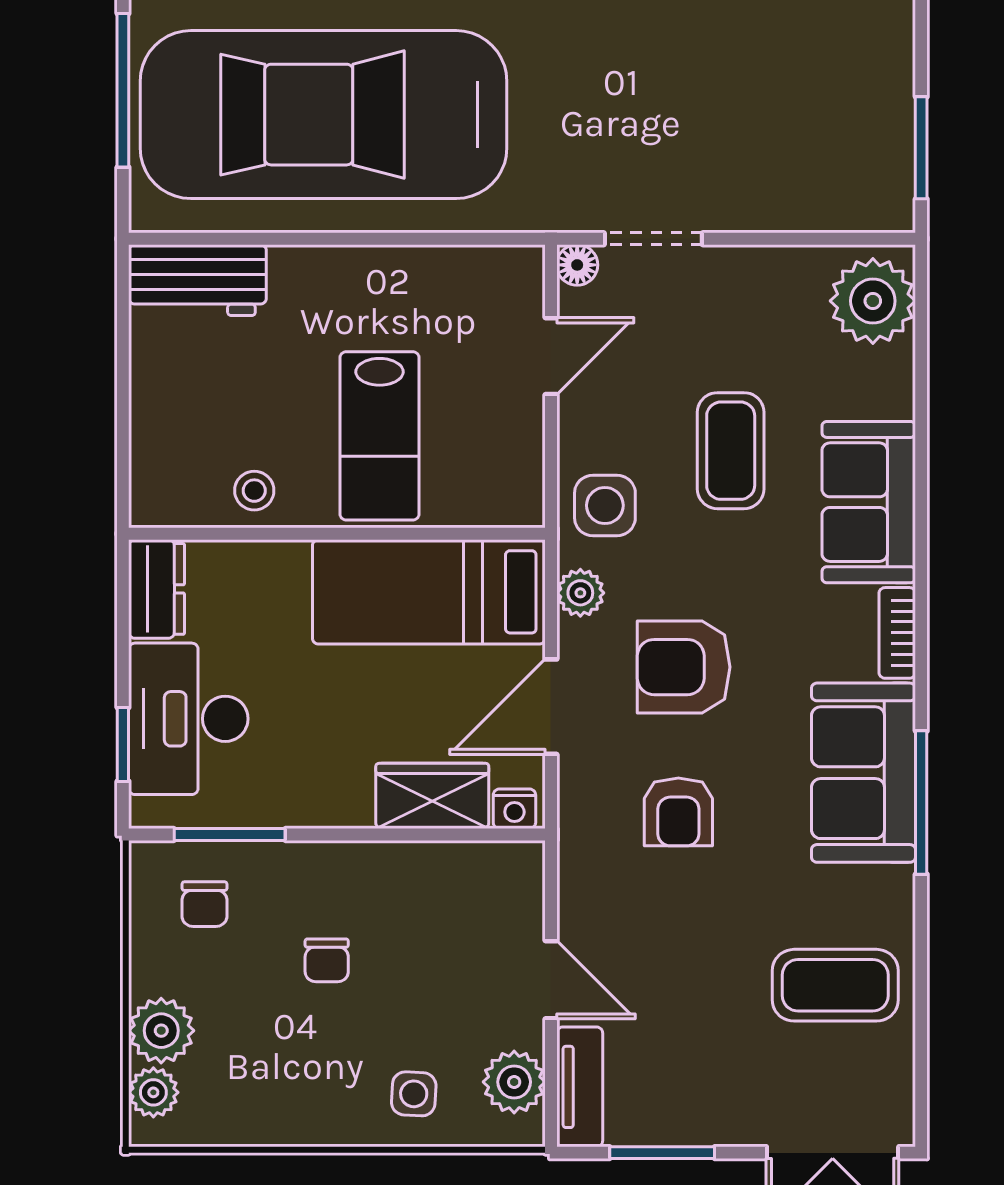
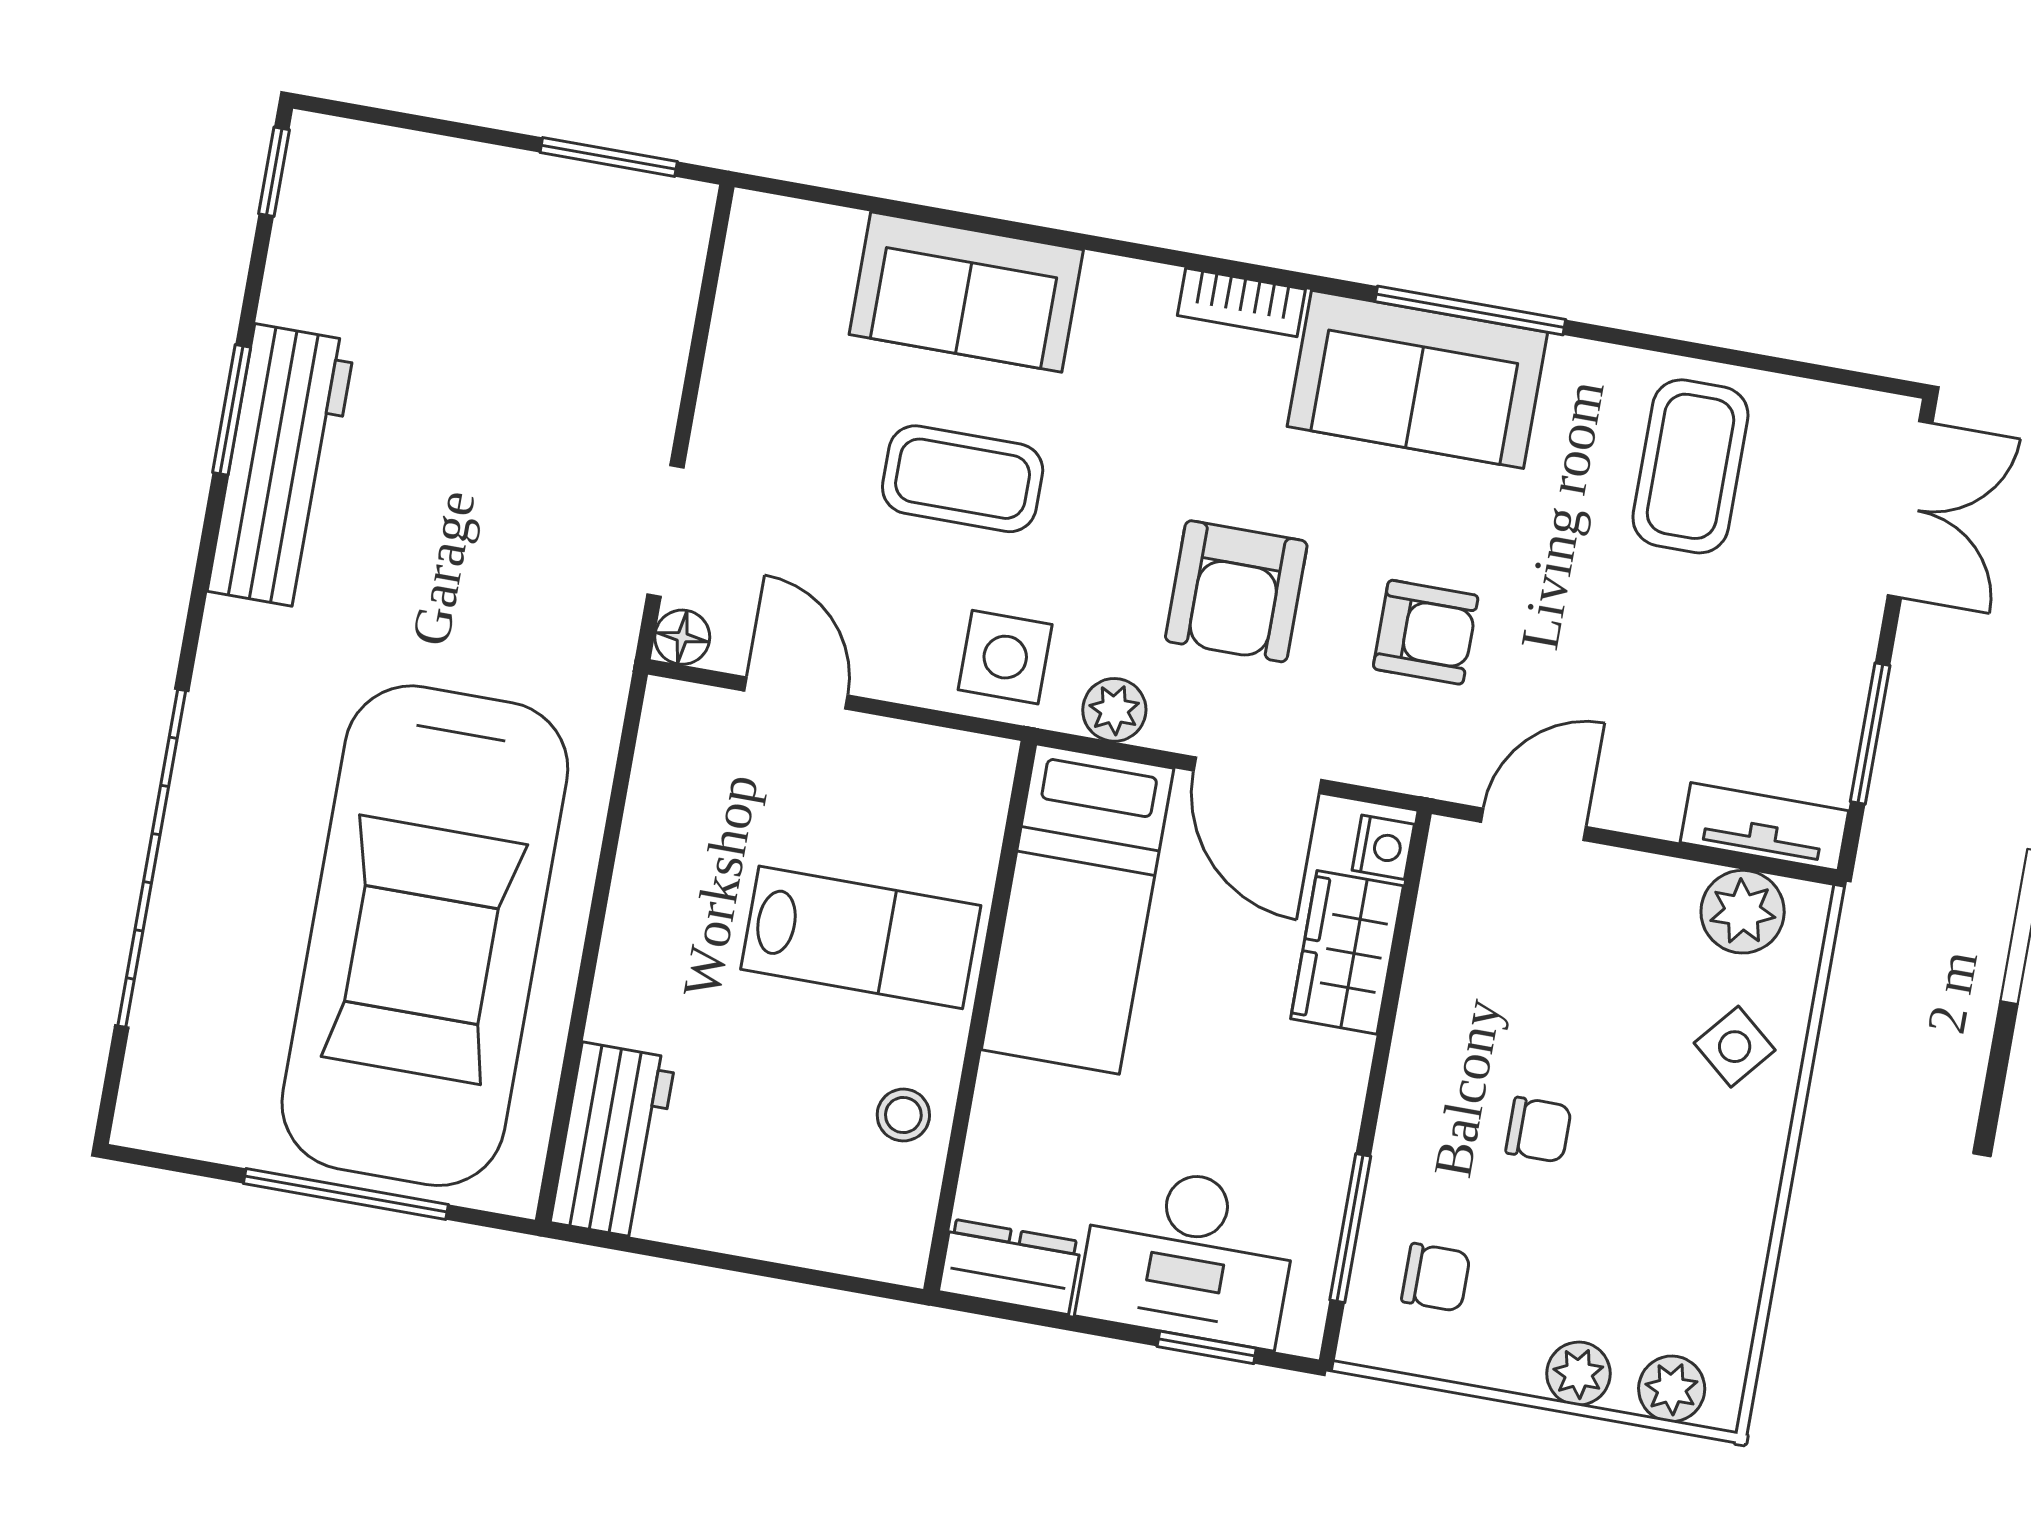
plant: (873, 301) -> (799, 257), removed
sofa: (869, 502) -> (966, 292), moved
door: (551, 980) -> (1533, 824), moved
plant: (161, 1031) -> (1578, 1374), width x0.73, depth x0.73
side table: (414, 1094) -> (1735, 1047), turned 37

